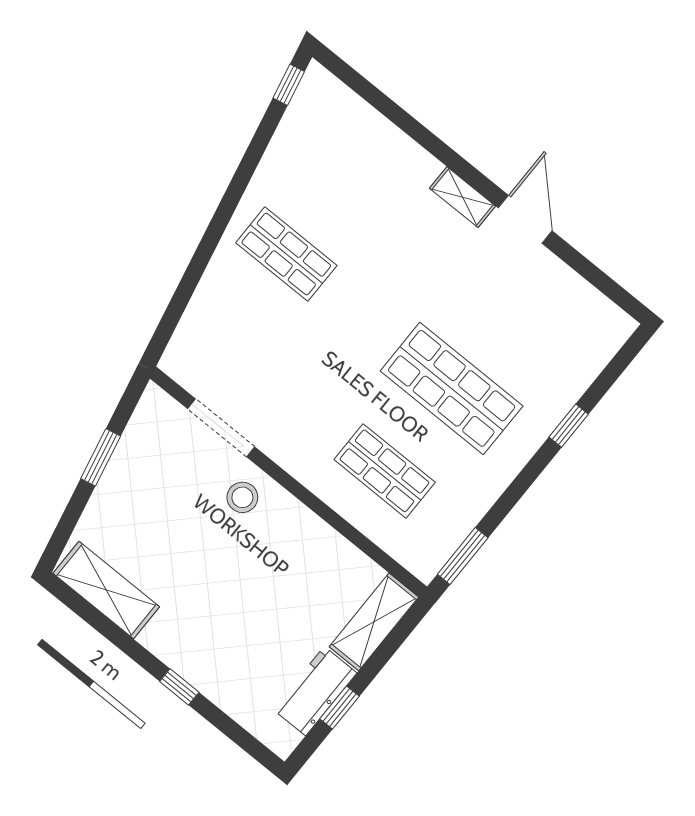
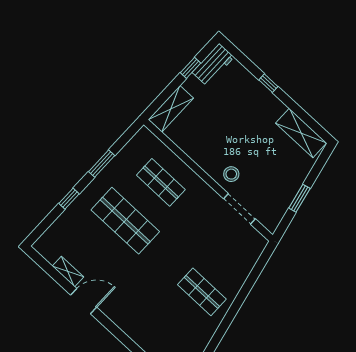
shelving: (463, 197) -> (68, 272), moved
door: (525, 219) -> (84, 301), swing flipped
window: (463, 556) -> (102, 164), moved
workbench: (315, 691) -> (213, 65), moved

